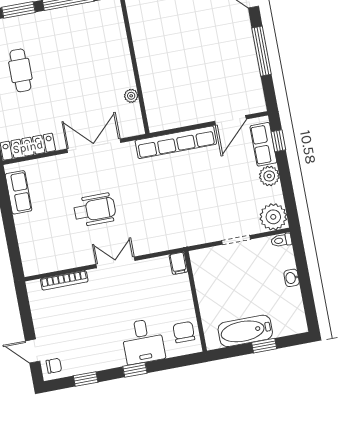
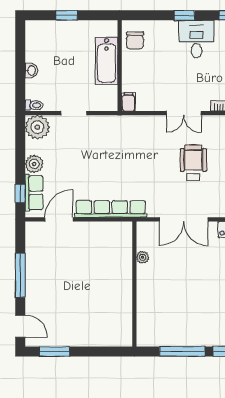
wheelchair: (95, 210) -> (193, 163), turned 90
bathtub: (245, 331) -> (107, 61), moved, turned 90
desk: (143, 341) -> (196, 39), moved

